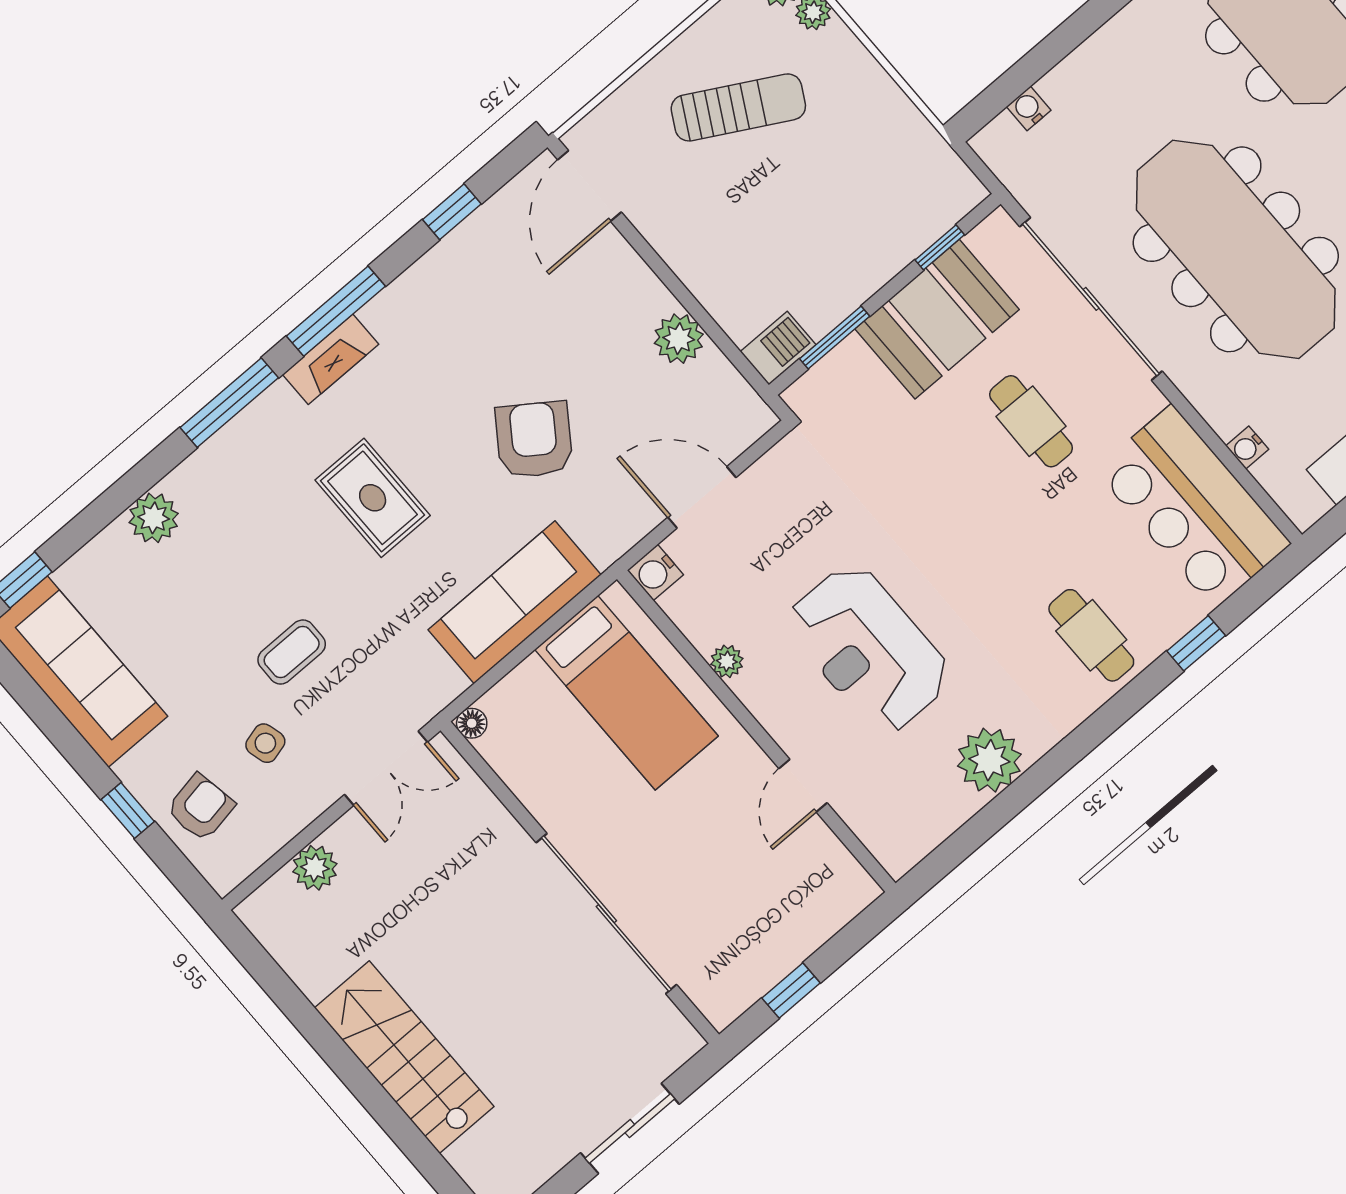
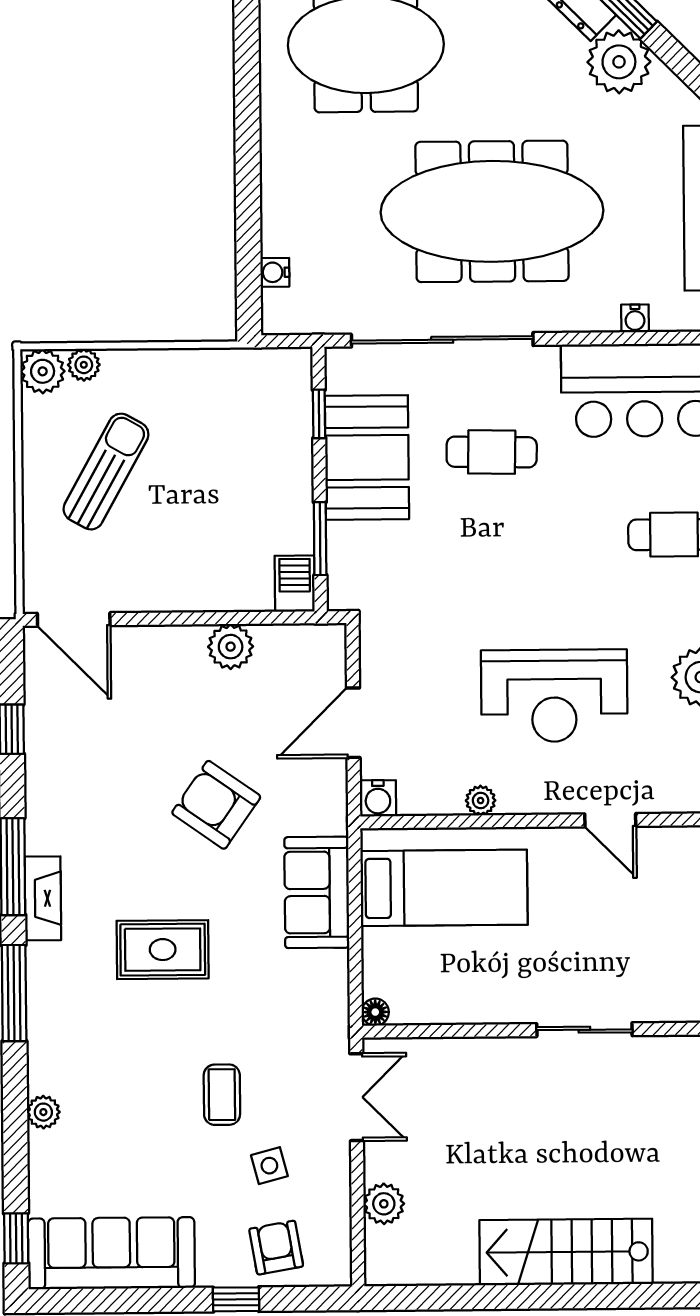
plant: (154, 518) -> (43, 1112), width x0.73, depth x0.73
sofa: (515, 602) -> (317, 892), width x0.73
sliding door: (606, 914) -> (584, 1030), width x0.54

